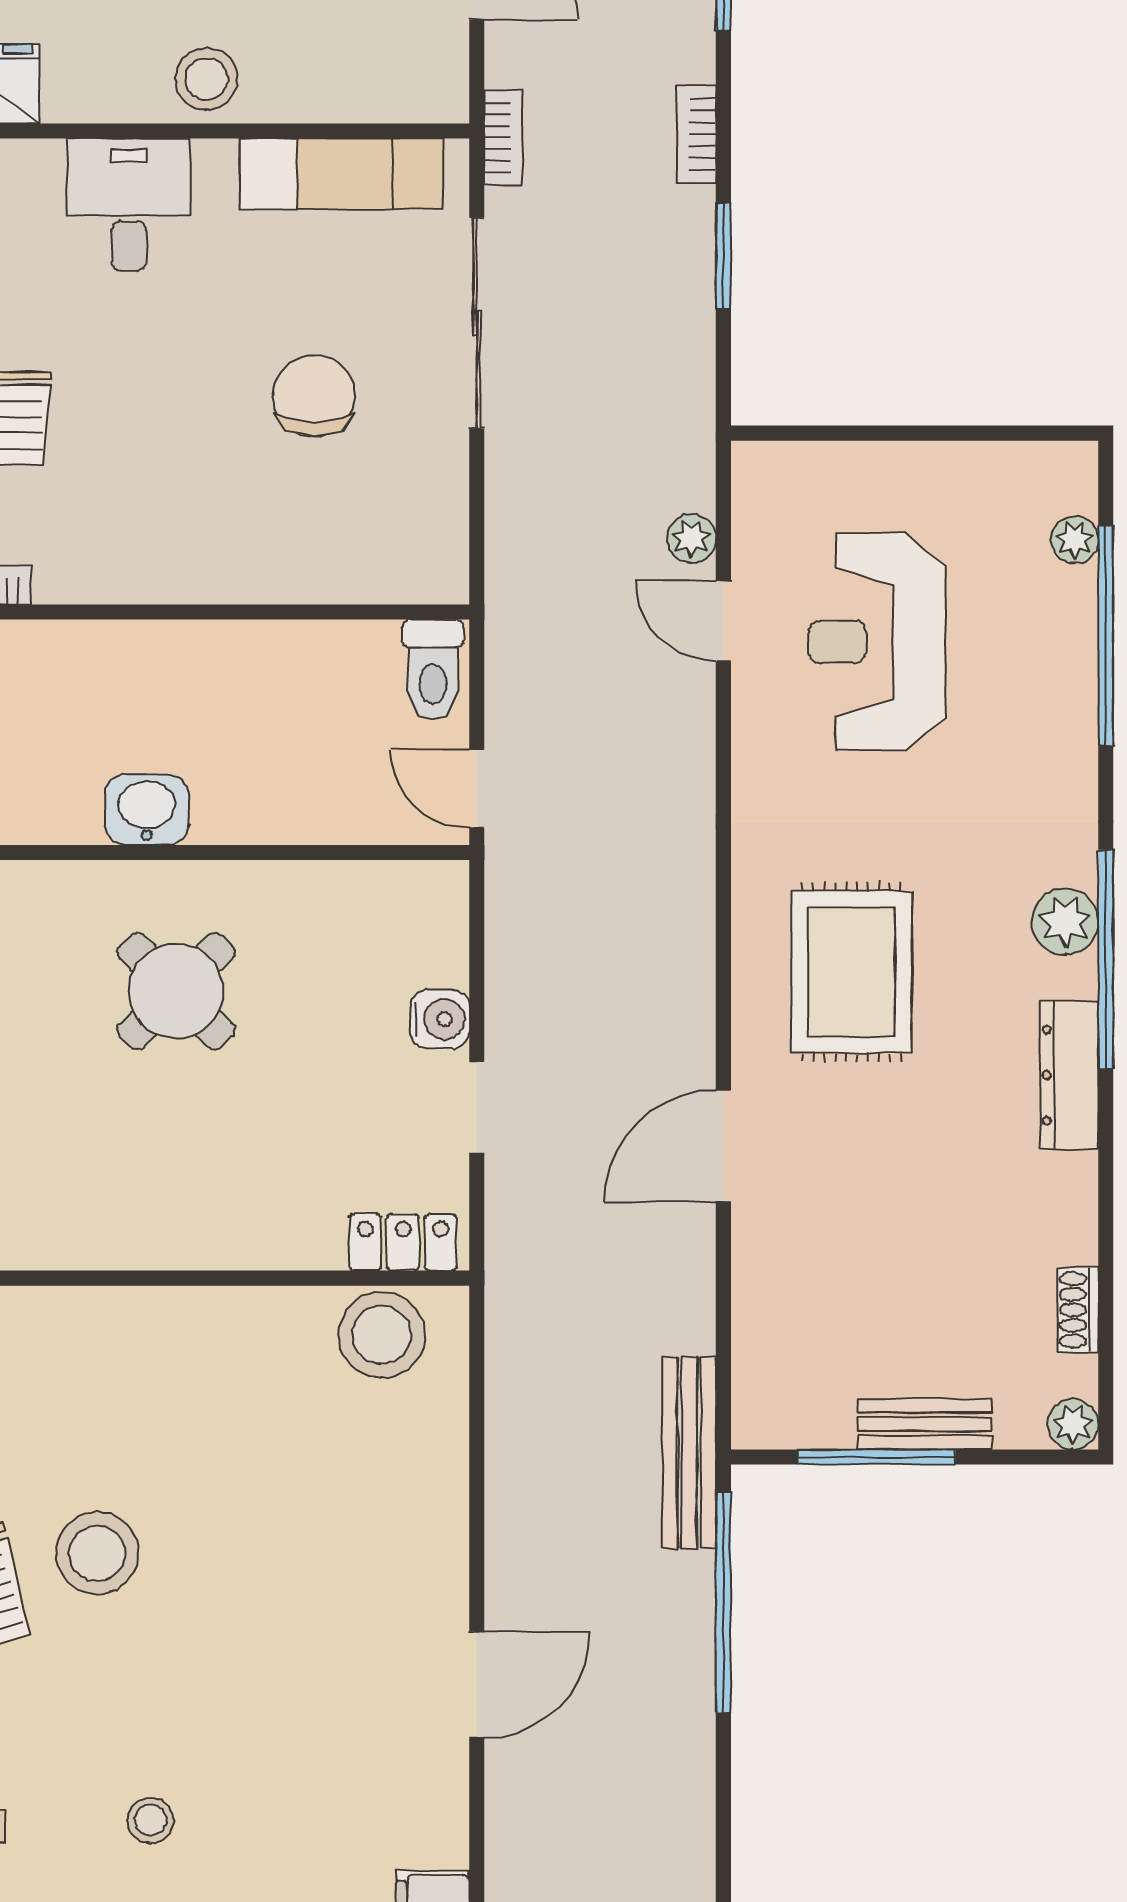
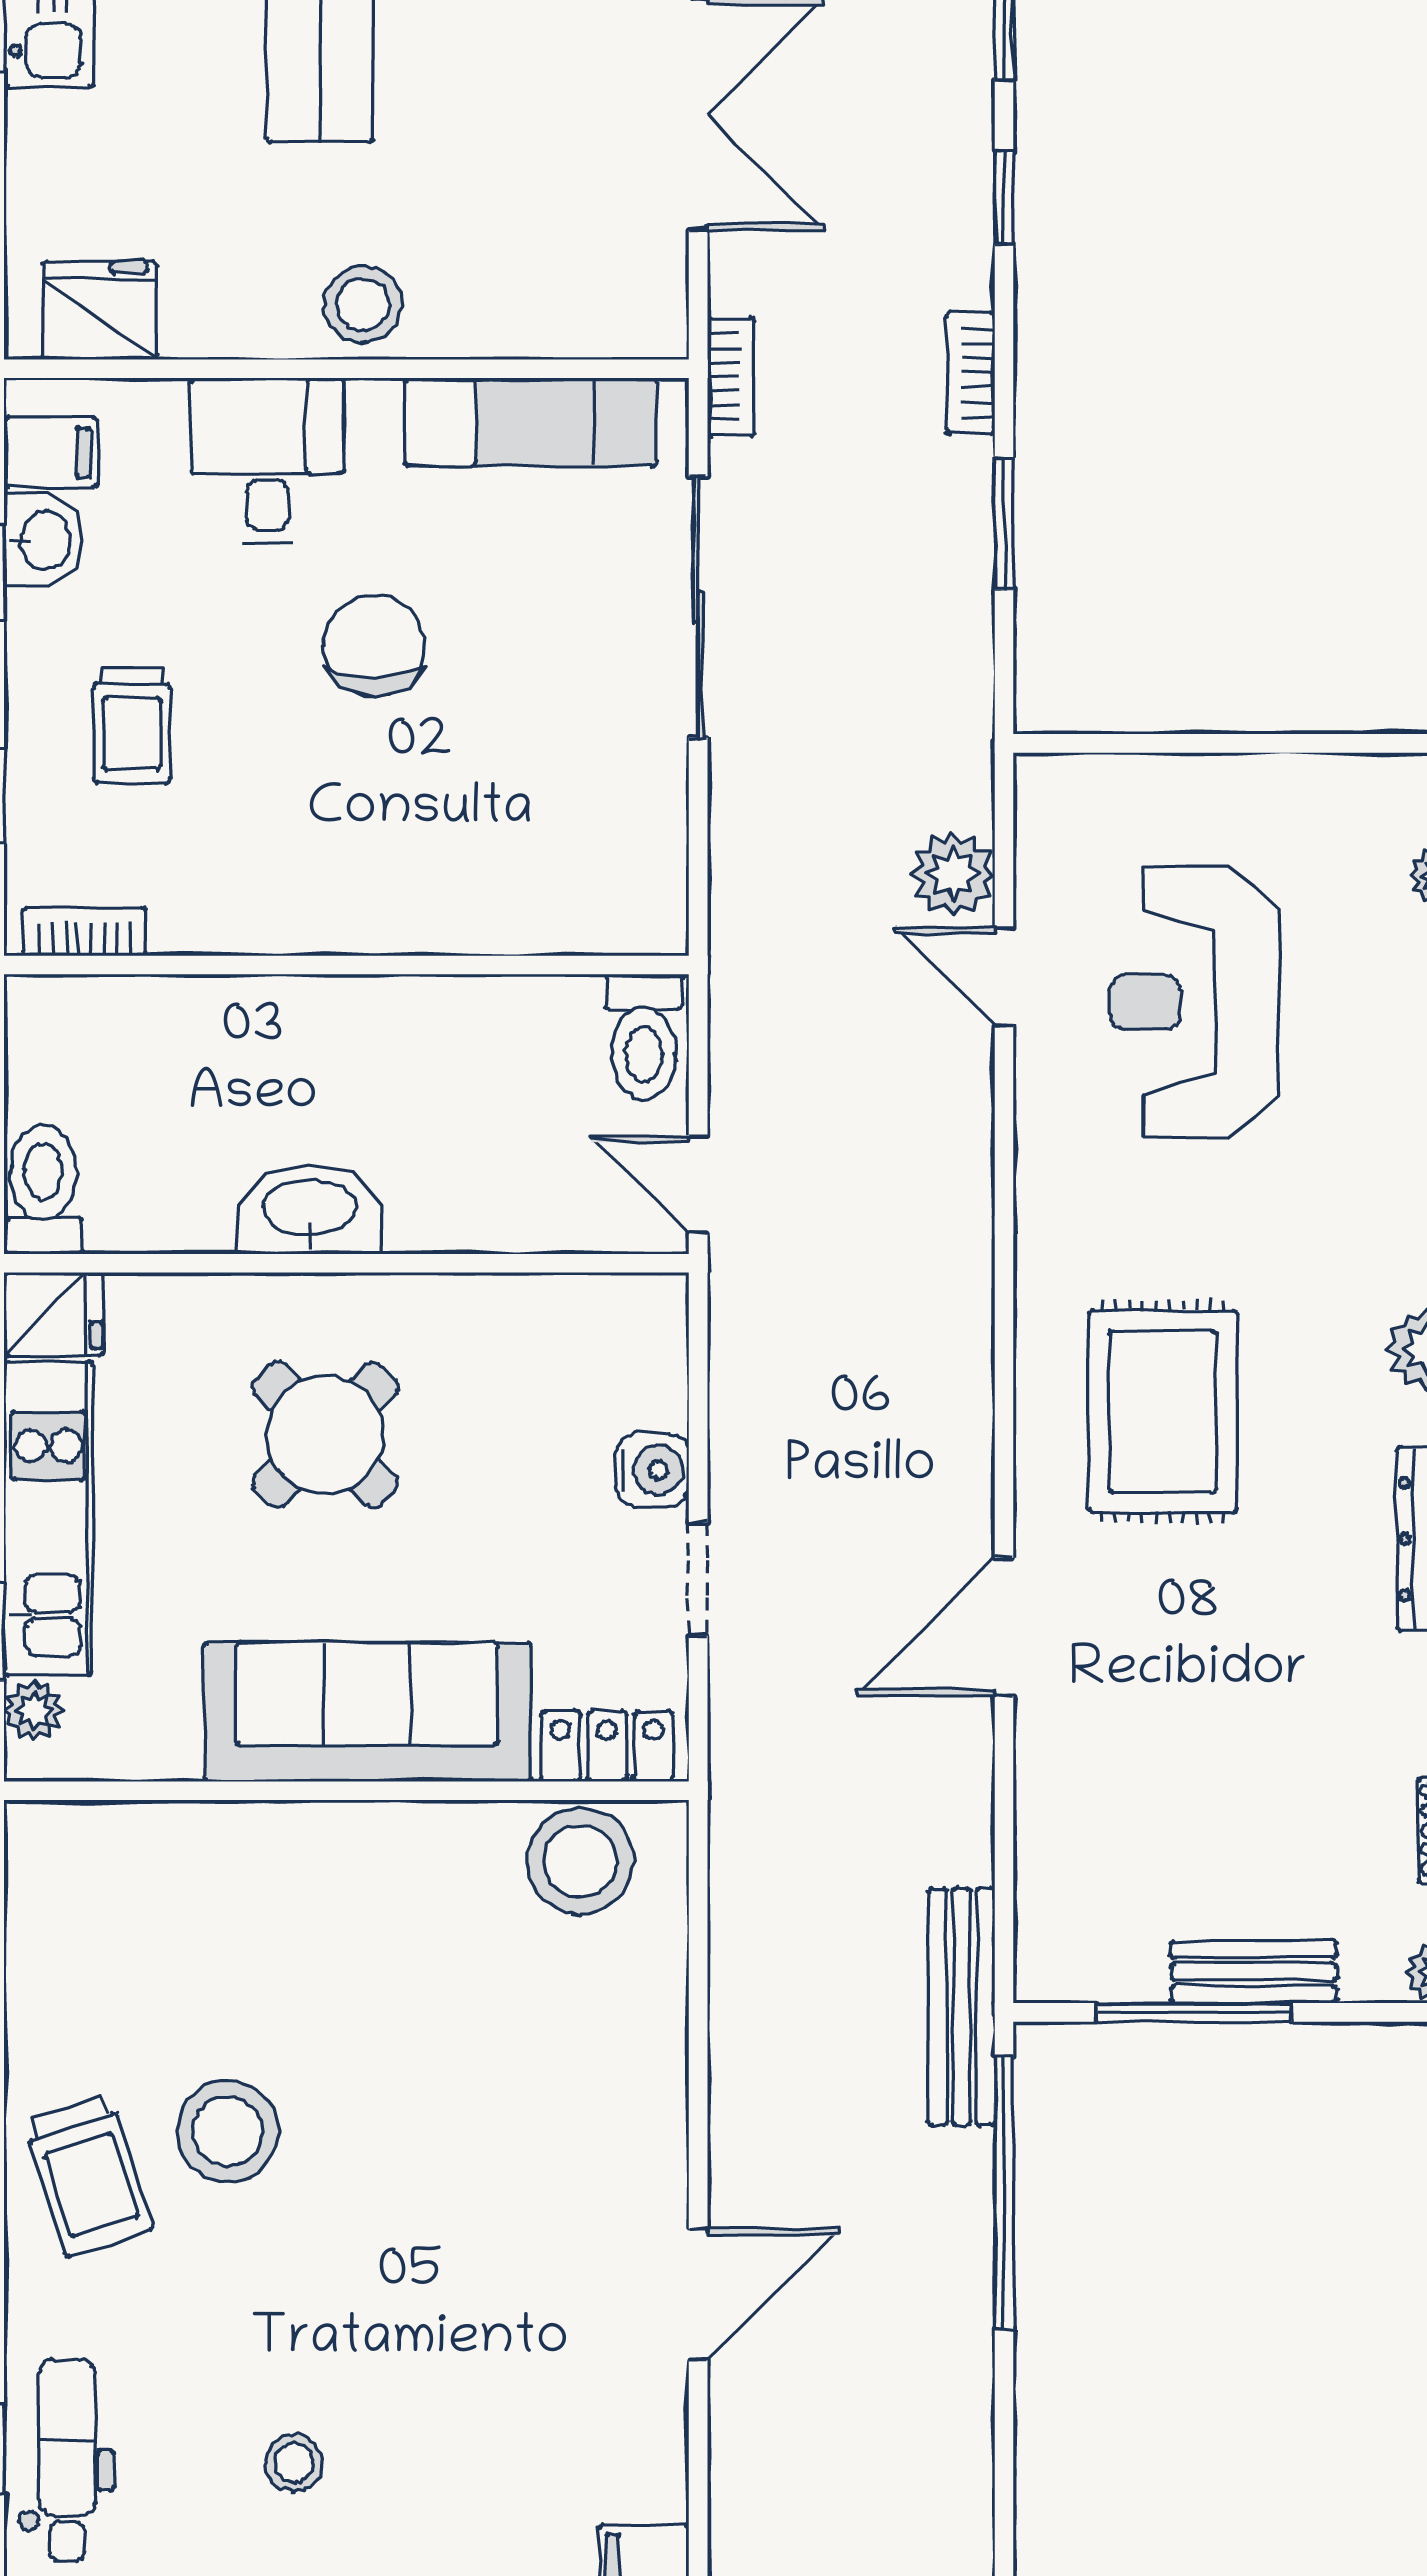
chair: (314, 396) -> (374, 646), moved
plant: (691, 538) -> (953, 874), width x1.38, depth x1.38
washbasin: (147, 810) -> (309, 1210), width x1.38
sofa: (210, 1215) -> (368, 1712), added

